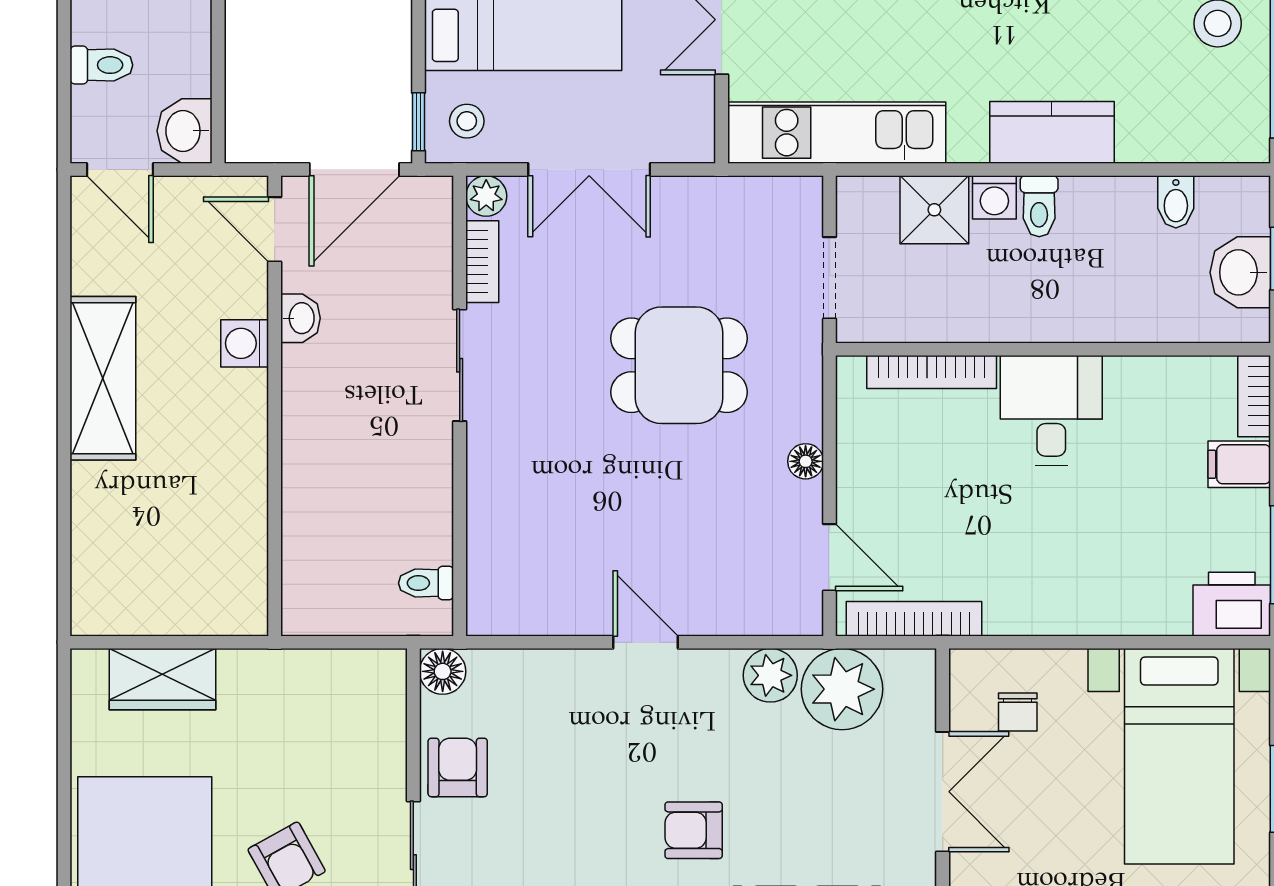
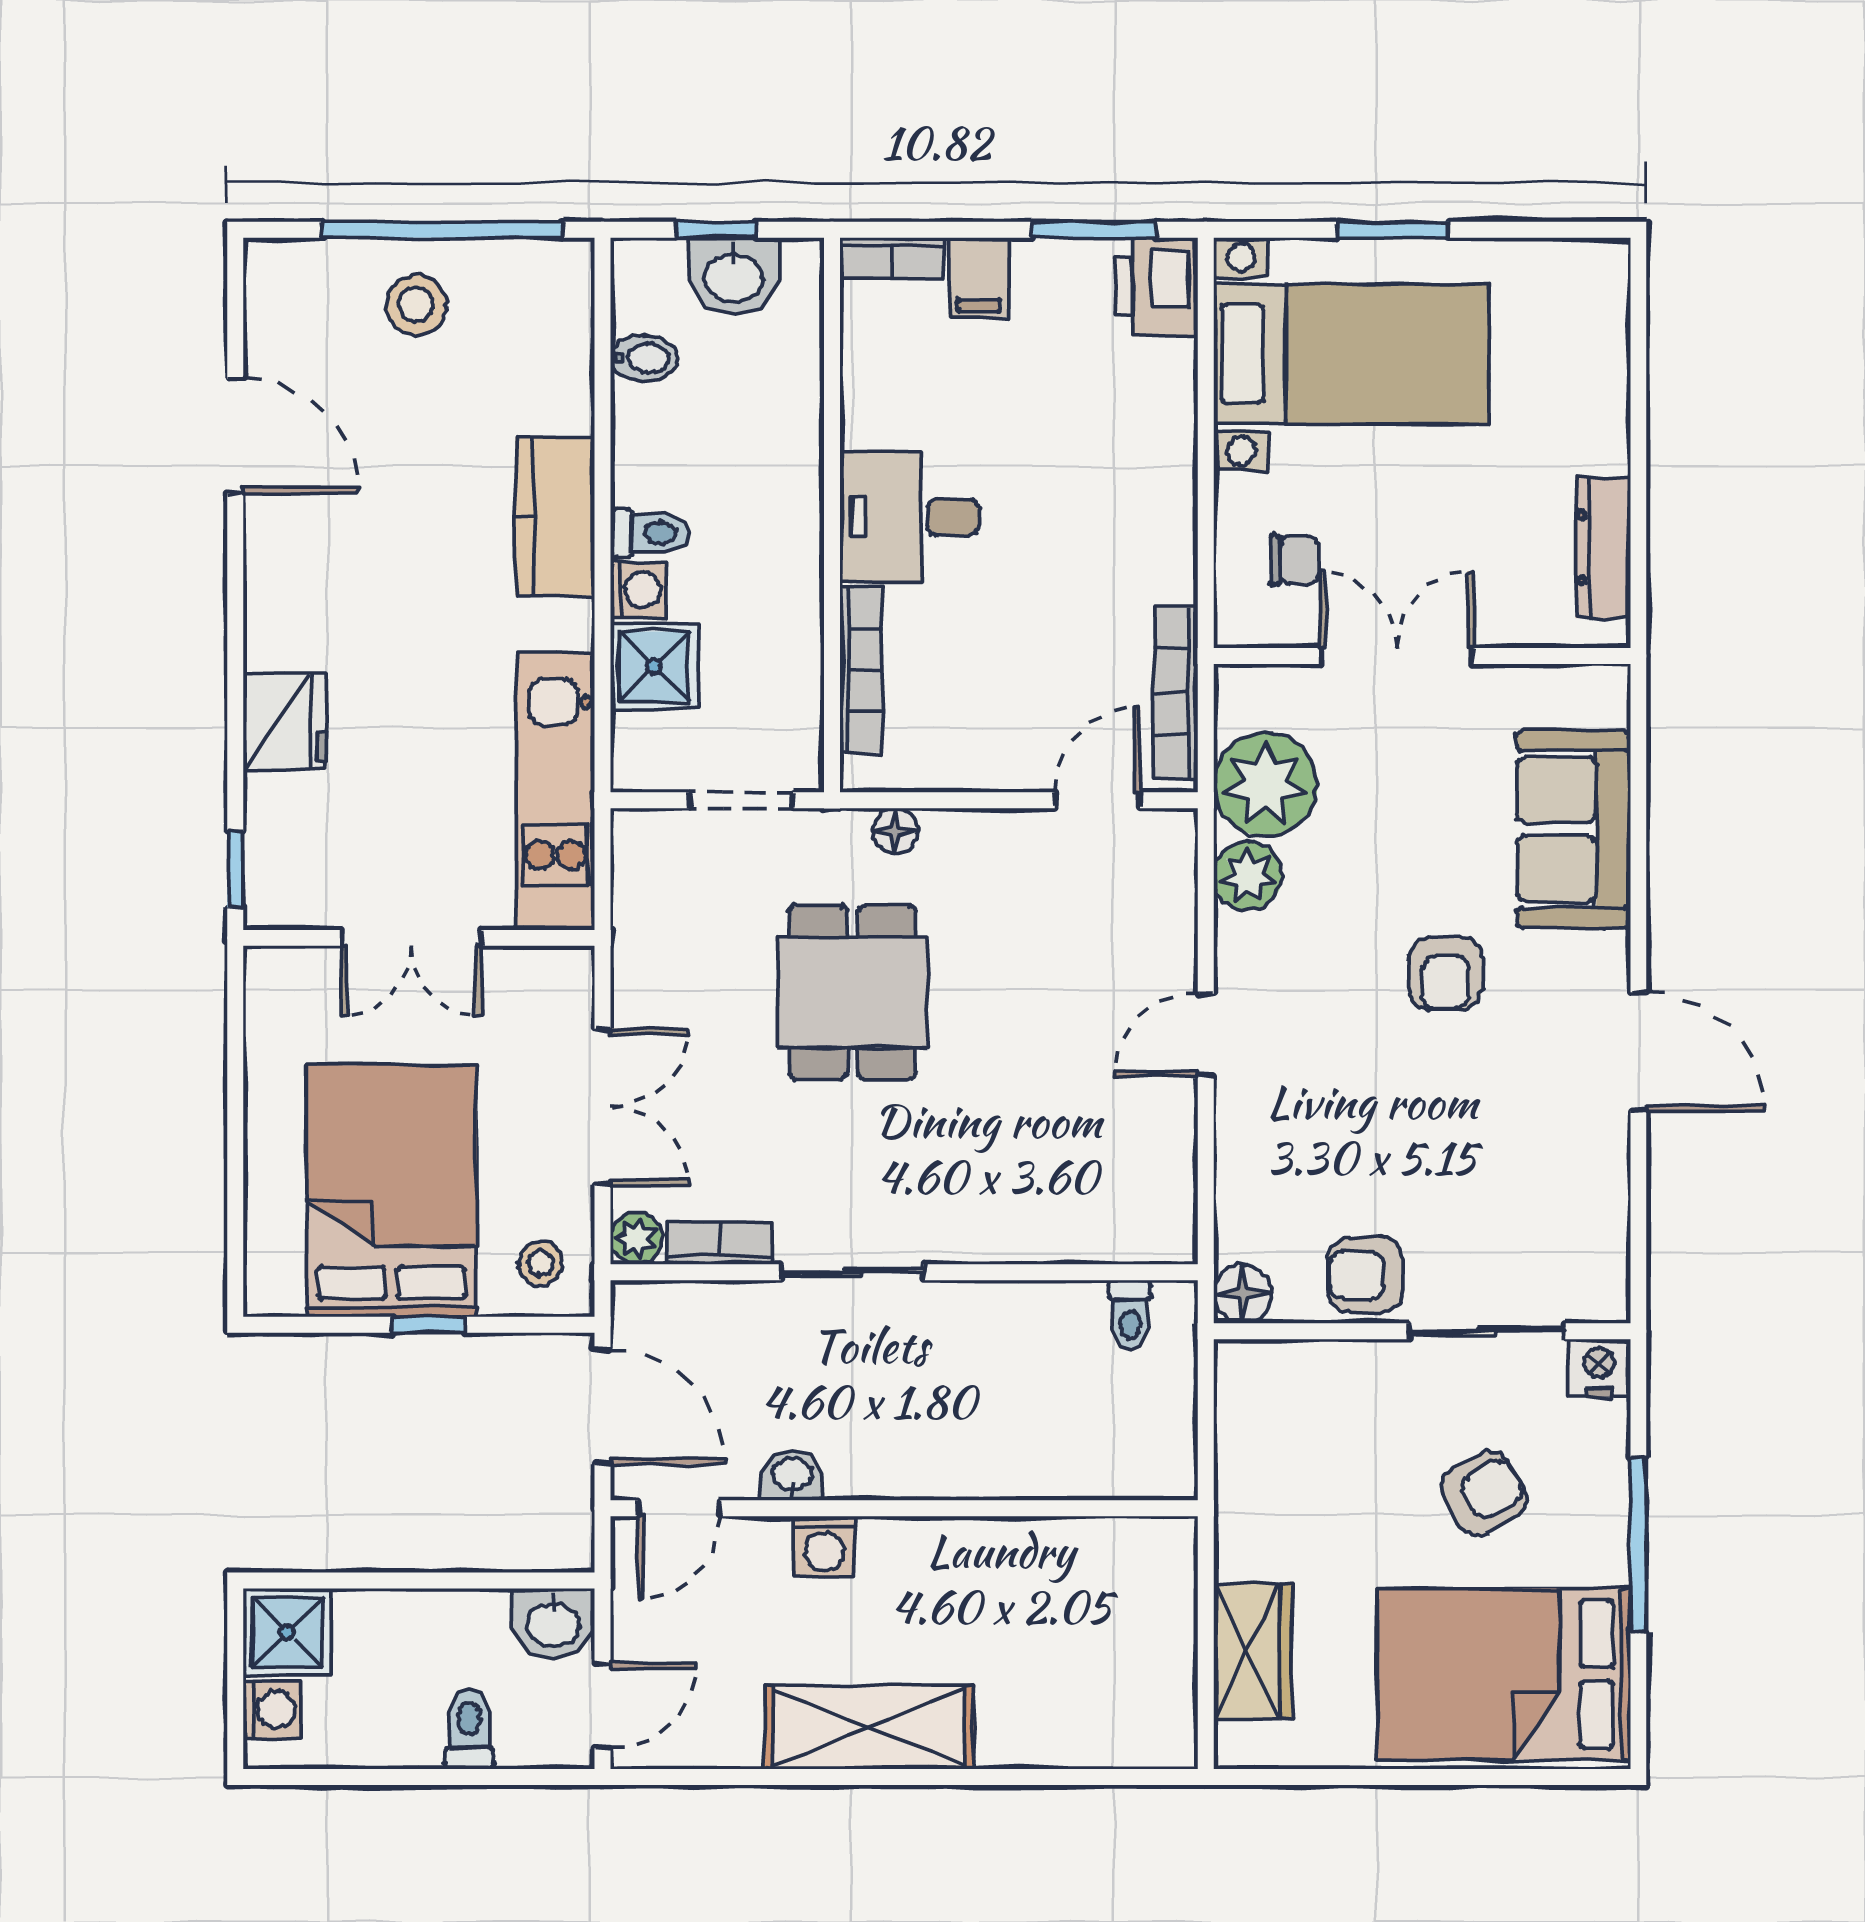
window: (419, 122) -> (428, 1325), moved
floor lamp: (806, 461) -> (895, 831), moved

